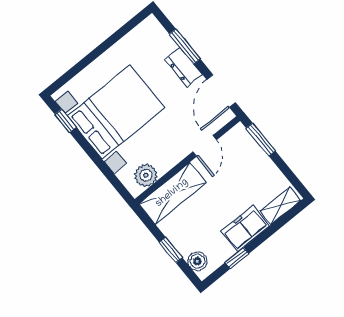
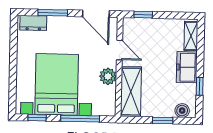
dresser: (184, 67) -> (33, 23), moved
window: (261, 139) -> (143, 15), width x0.67
window: (102, 165) -> (80, 119), added
plant: (146, 175) -> (108, 76), moved

